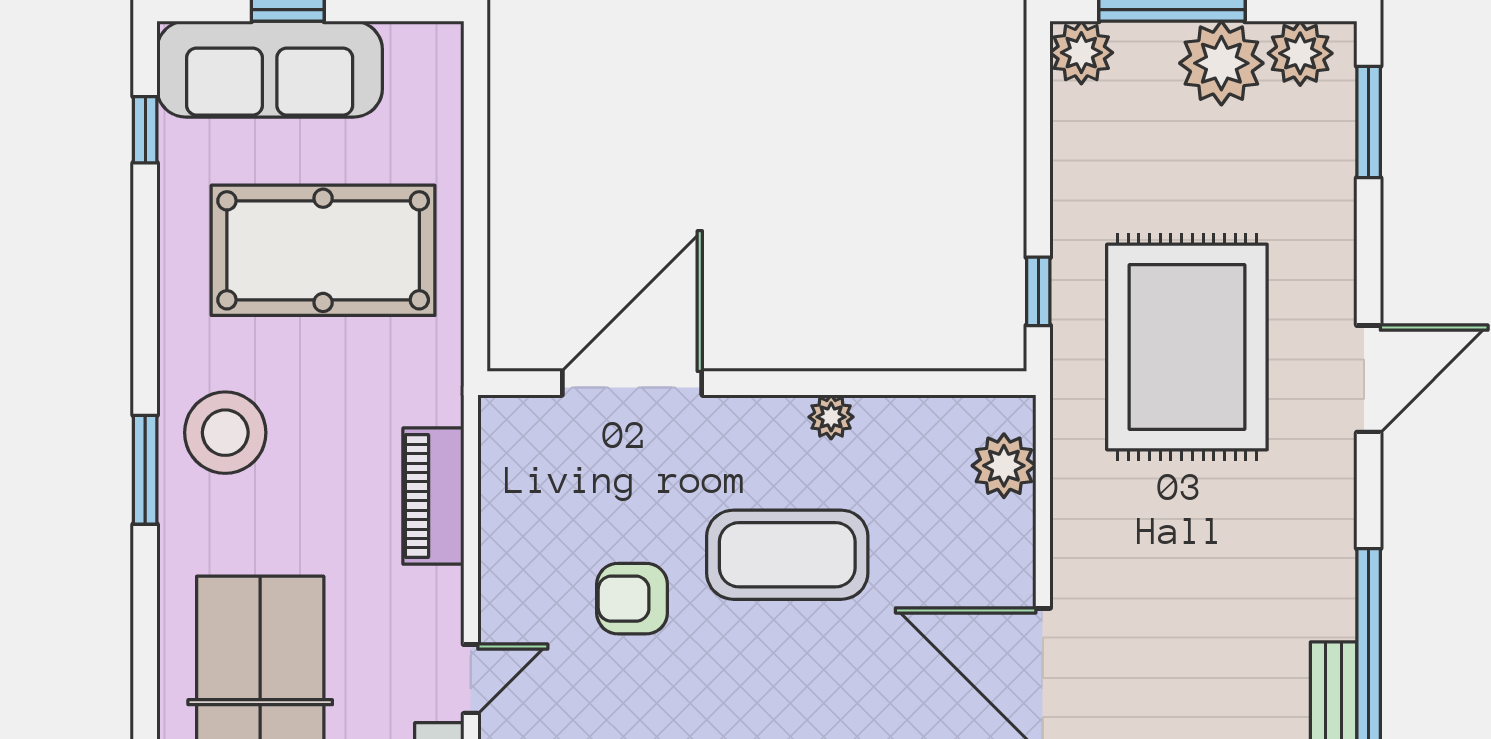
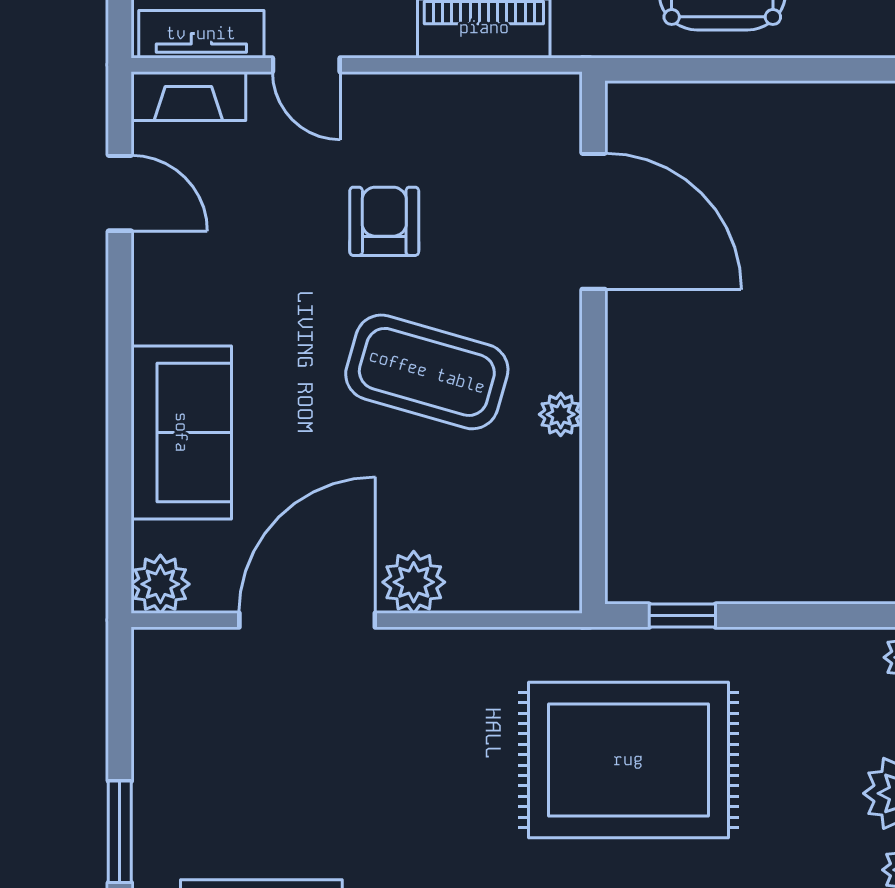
plant: (1004, 466) -> (414, 582), moved
coffee table: (787, 555) -> (427, 372), turned -74

